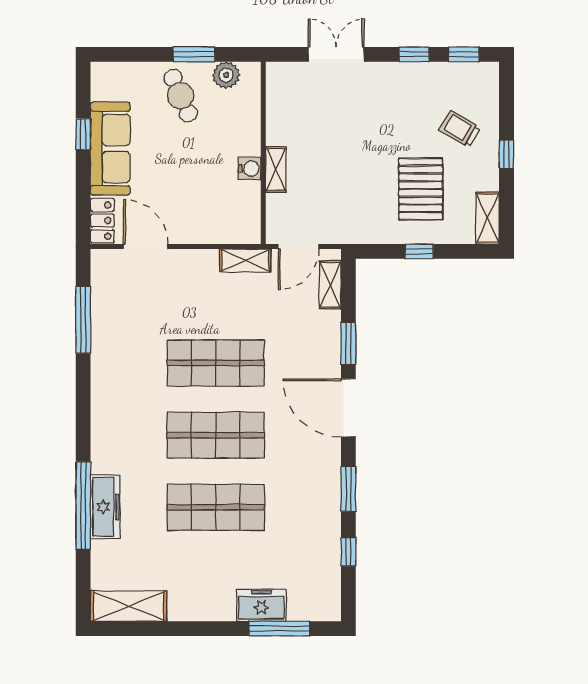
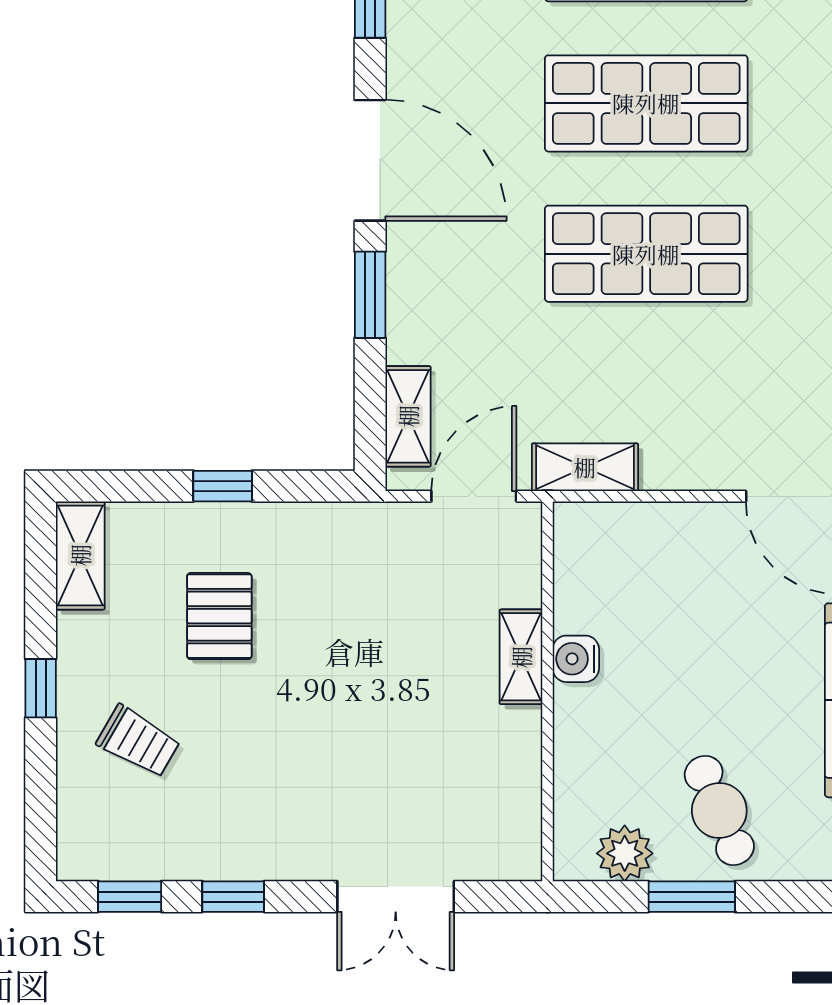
pallet: (421, 189) -> (219, 616), width x0.67, depth x0.71

